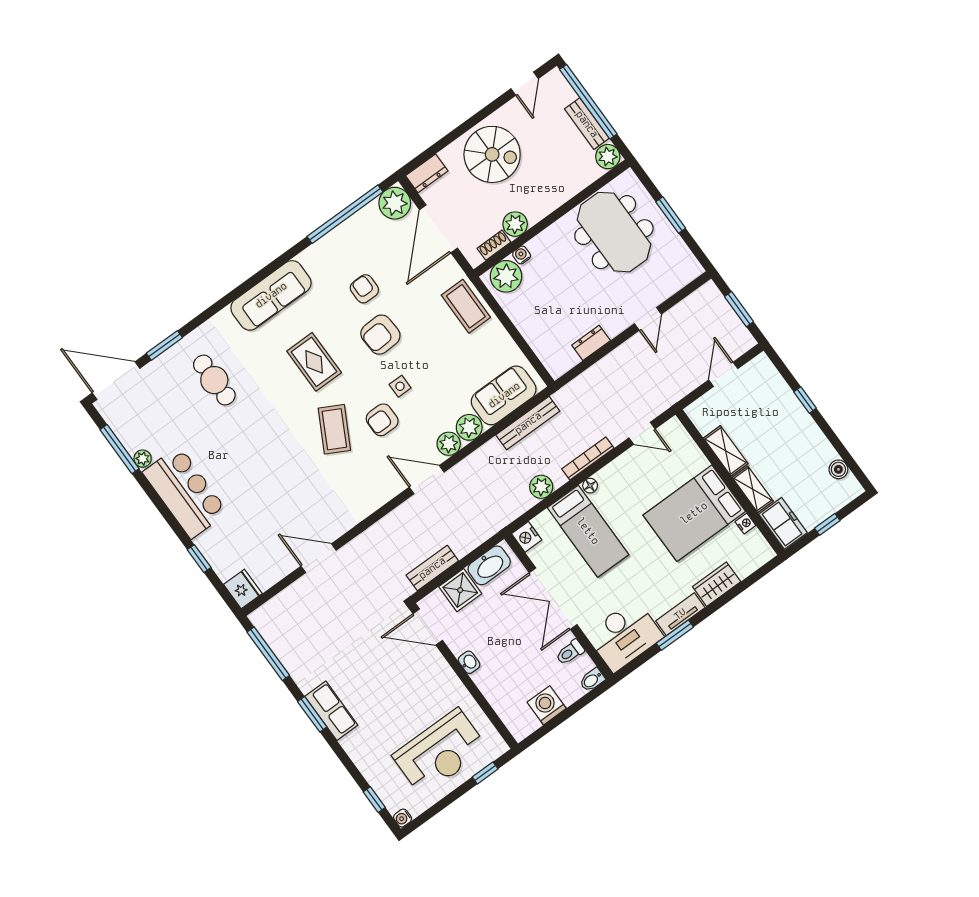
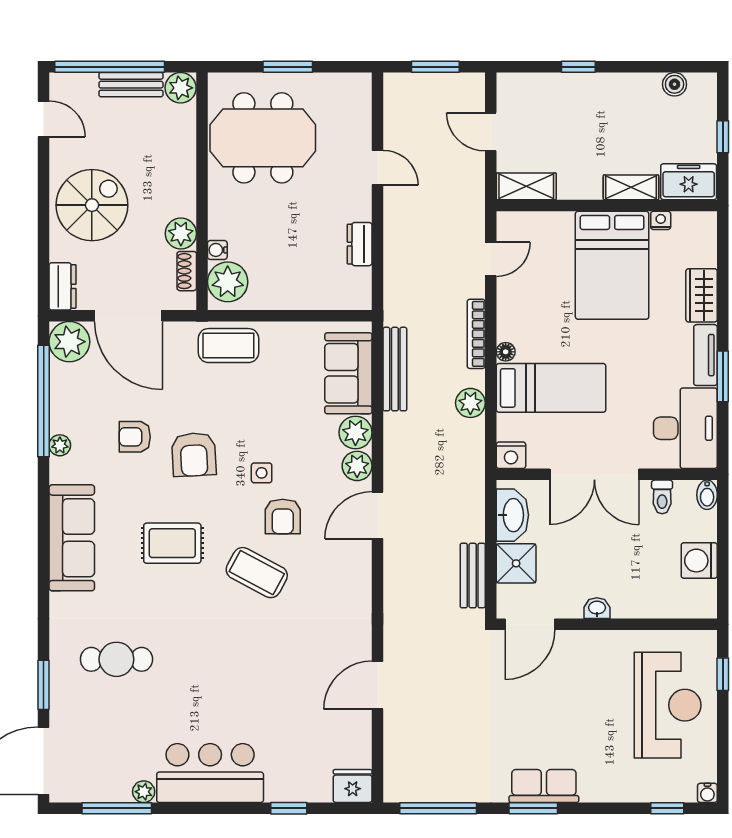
plant: (324, 245) -> (60, 445), added
shelving: (726, 451) -> (526, 186), moved

